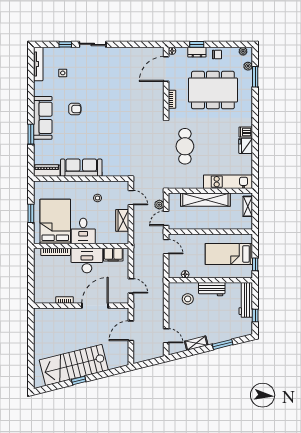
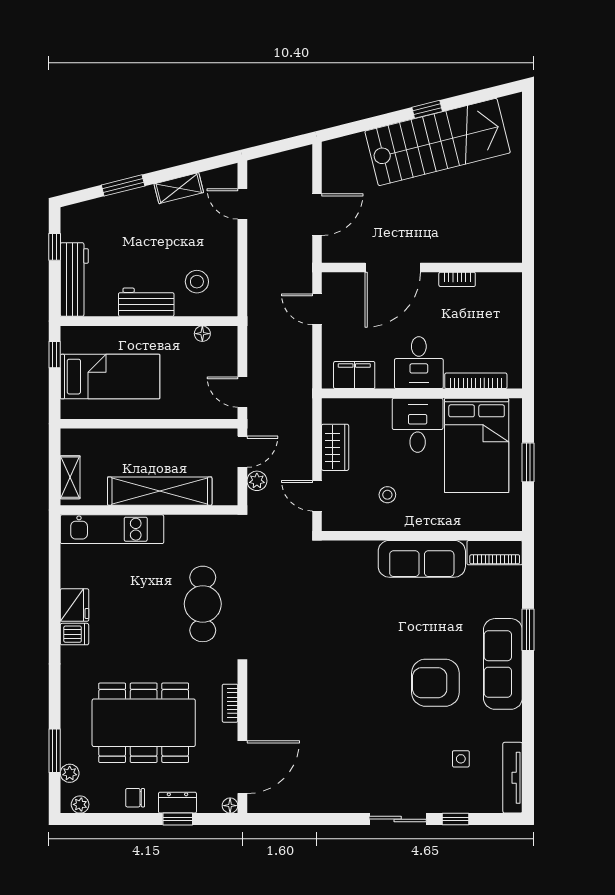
armchair: (75, 109) -> (435, 683), width x1.88, depth x1.88
desk: (87, 261) -> (419, 363), width x0.73

